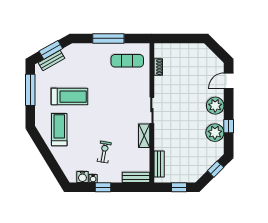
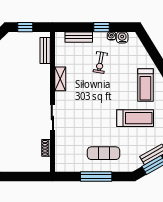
exercise mat: (127, 61) -> (104, 153), moved
treadmill: (70, 97) -> (135, 118), turned 180
sliding door: (152, 110) -> (52, 118), moved
bench: (136, 177) -> (79, 37), moved

